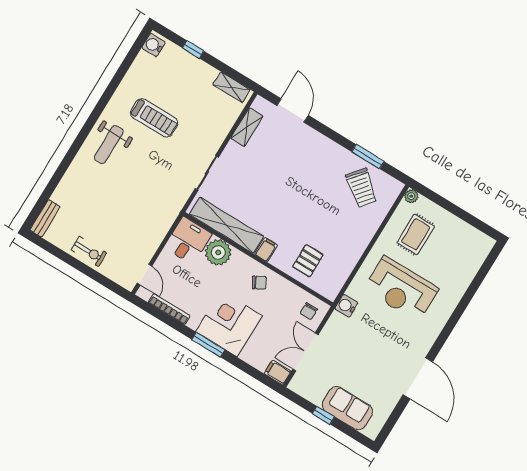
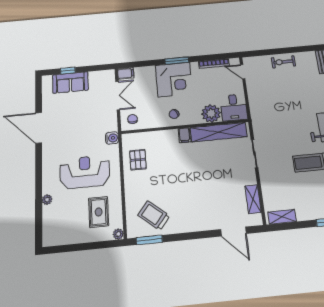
window: (368, 157) -> (149, 240), moved
pallet: (308, 261) -> (138, 160), moved
plant: (460, 288) -> (47, 200), added
window: (323, 415) -> (68, 71), moved

